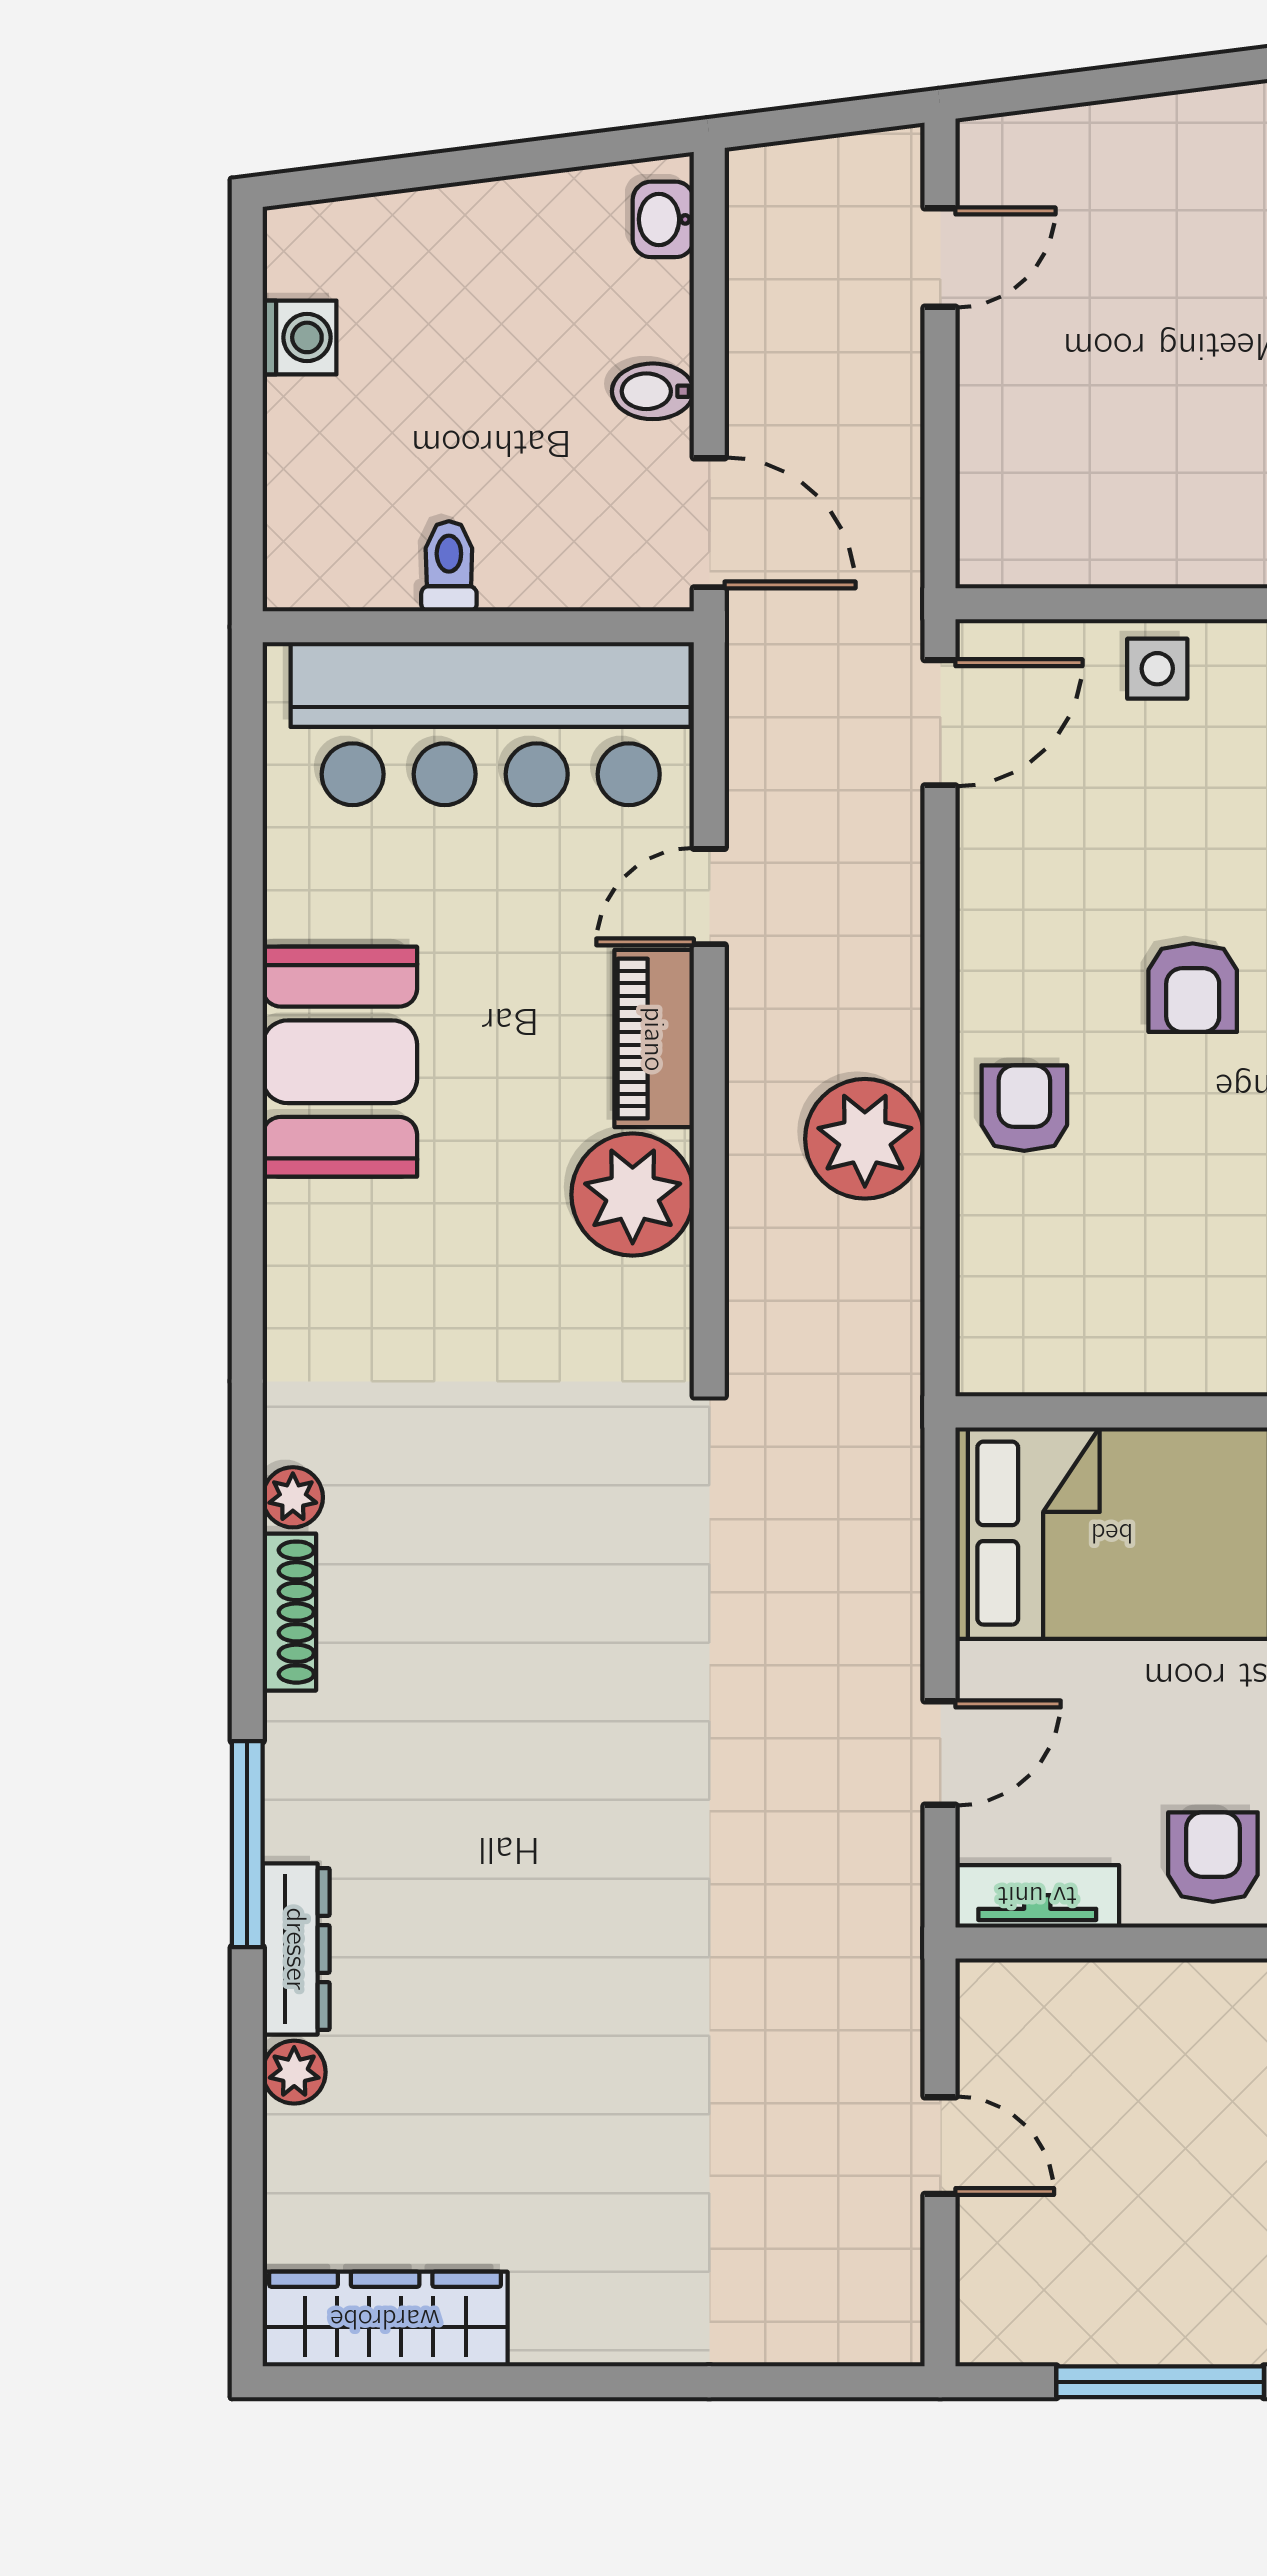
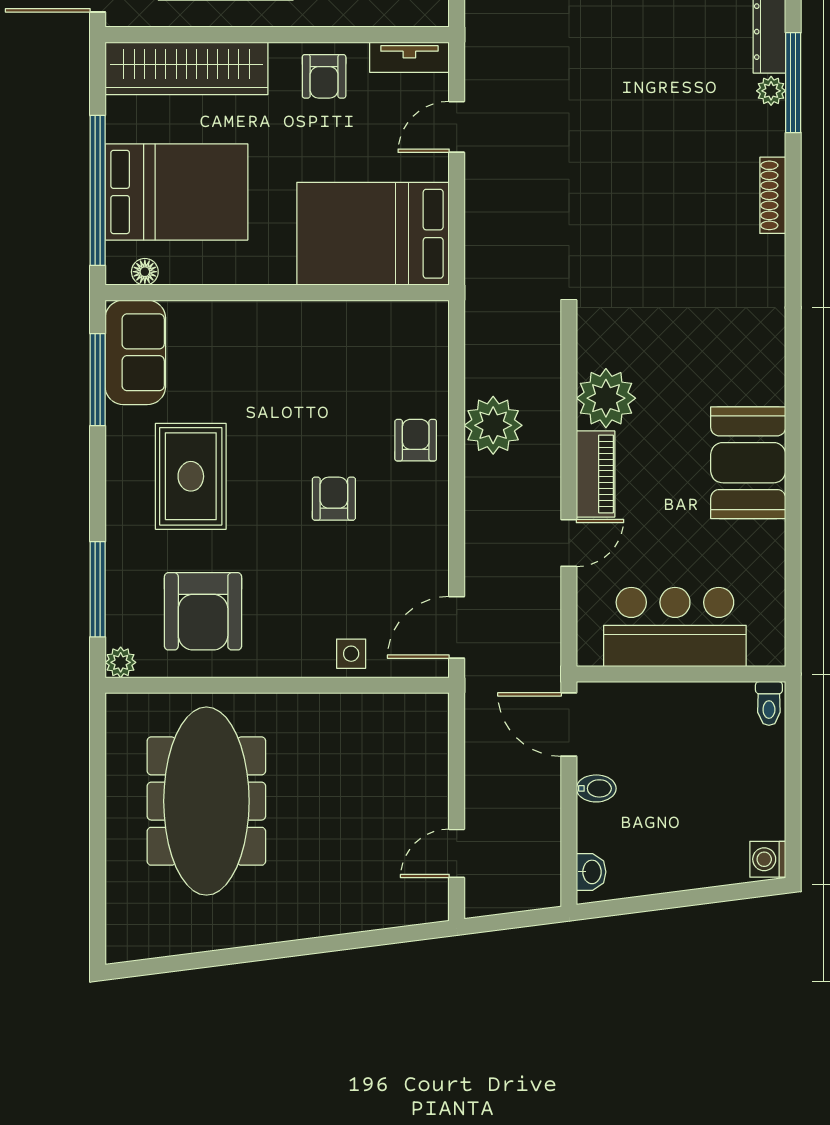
washing machine: (300, 337) -> (768, 859), moved
toilet: (449, 566) -> (769, 703), moved
bar counter: (491, 724) -> (675, 627), width x0.73
armchair: (1024, 1108) -> (416, 440), turned 180
plant: (293, 1497) -> (771, 91), moved

